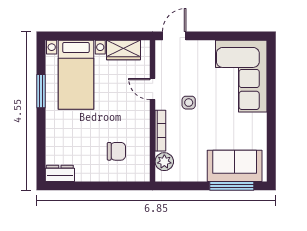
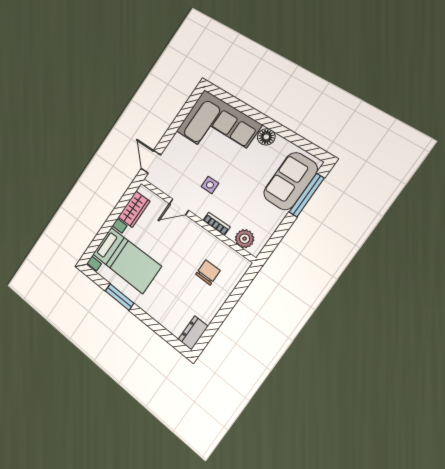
floor lamp: (258, 122) -> (266, 137), added
bookcase: (160, 131) -> (216, 224), width x0.64

